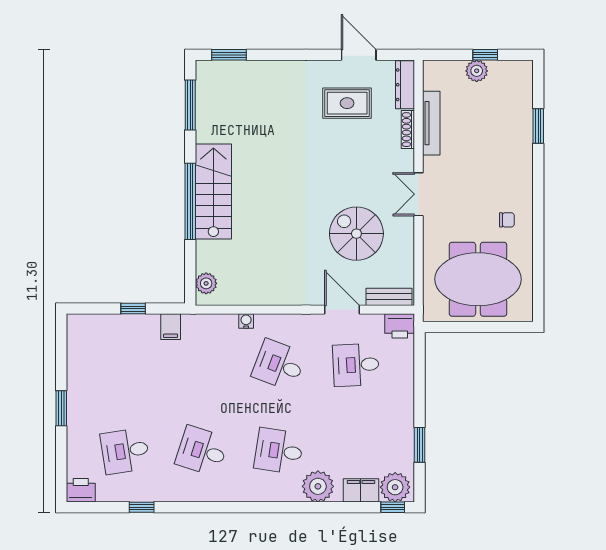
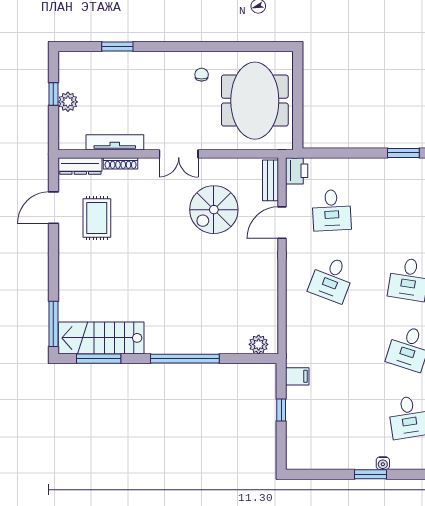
window: (229, 55) -> (53, 324), width x1.44
stairs: (213, 192) -> (101, 338), moved
water cooler: (246, 321) -> (383, 463), moved, turned -90

